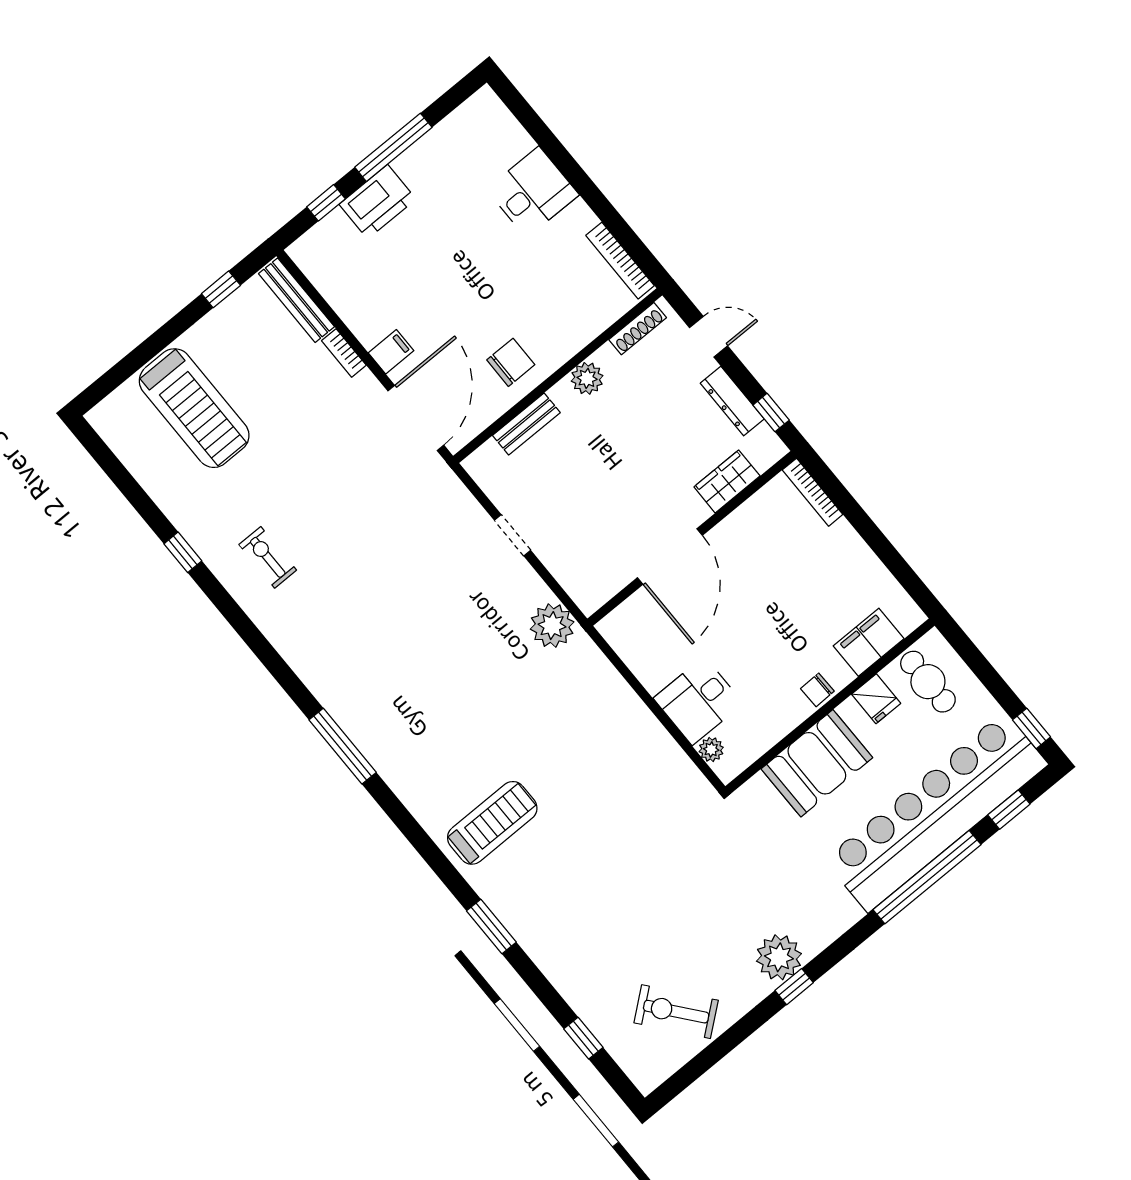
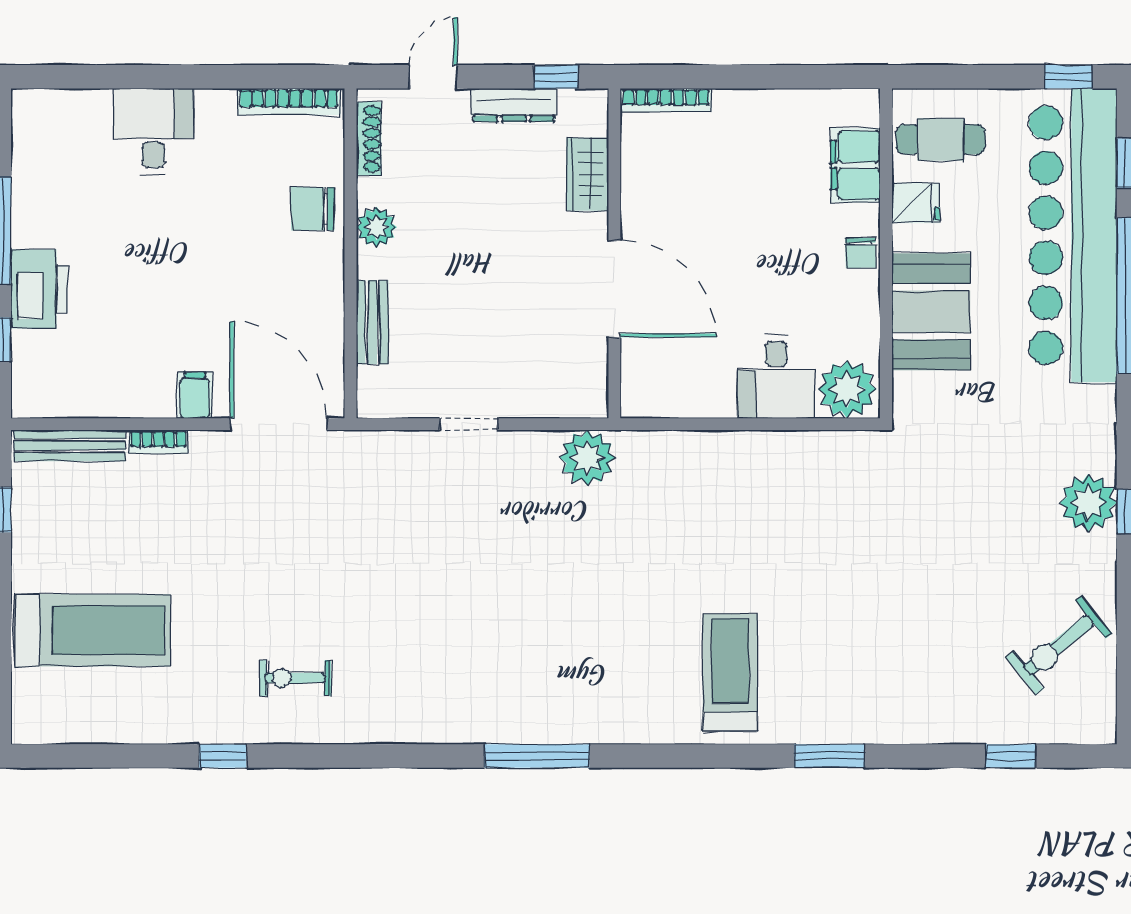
chair: (511, 362) -> (313, 209), moved, turned -90
plant: (711, 750) -> (847, 389), width x1.87, depth x1.87

